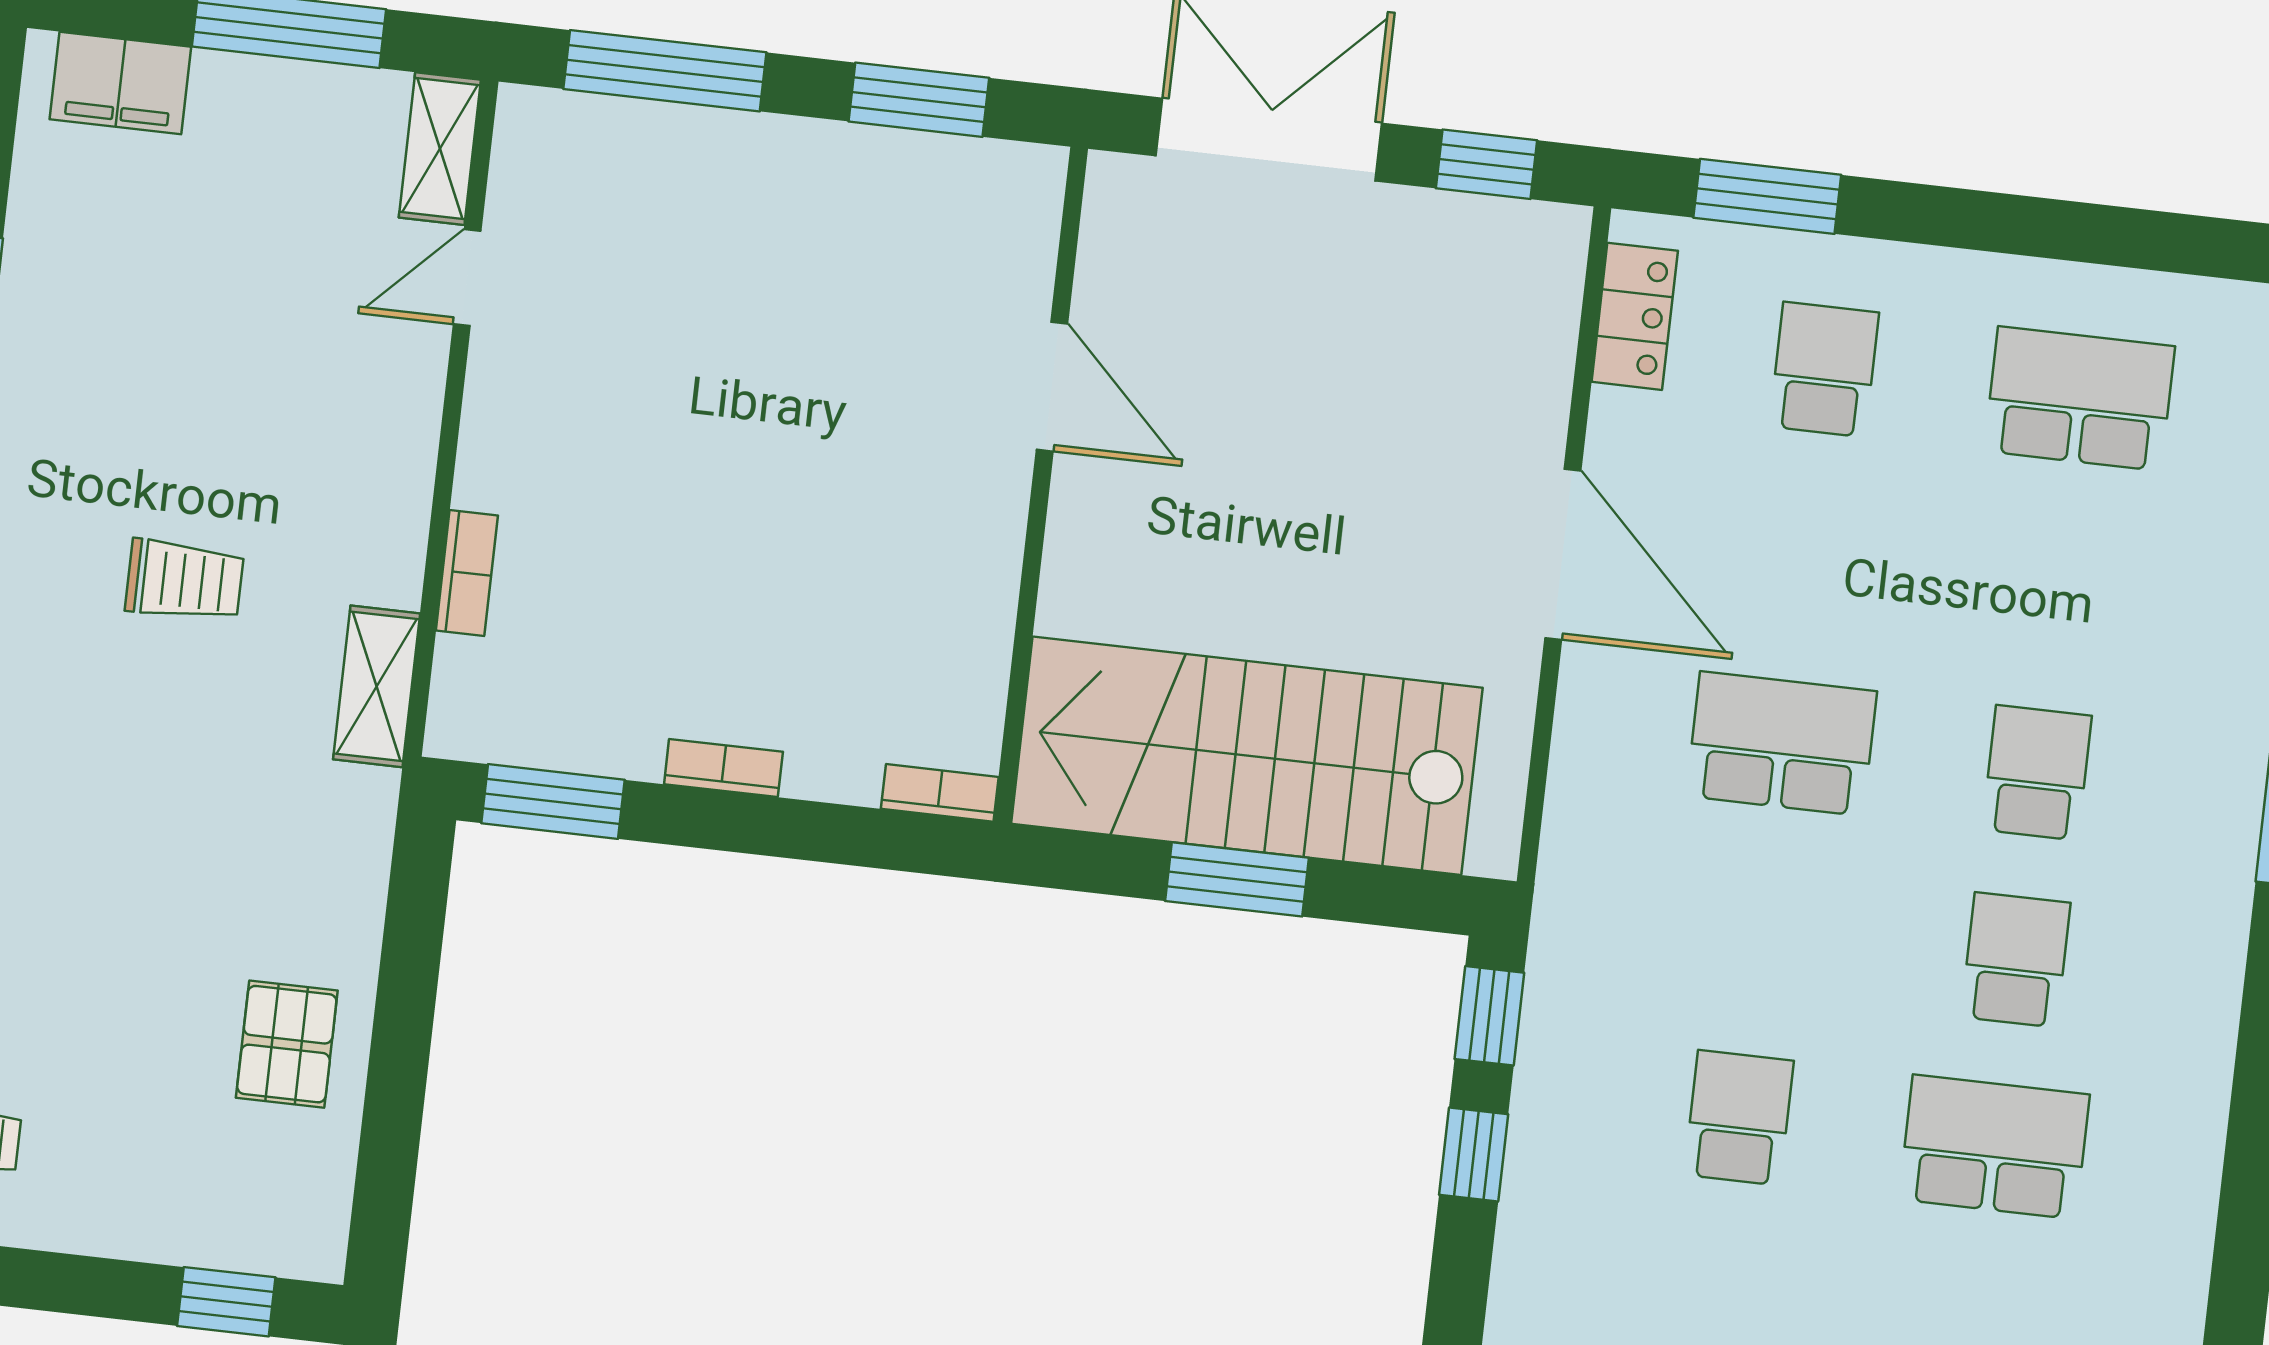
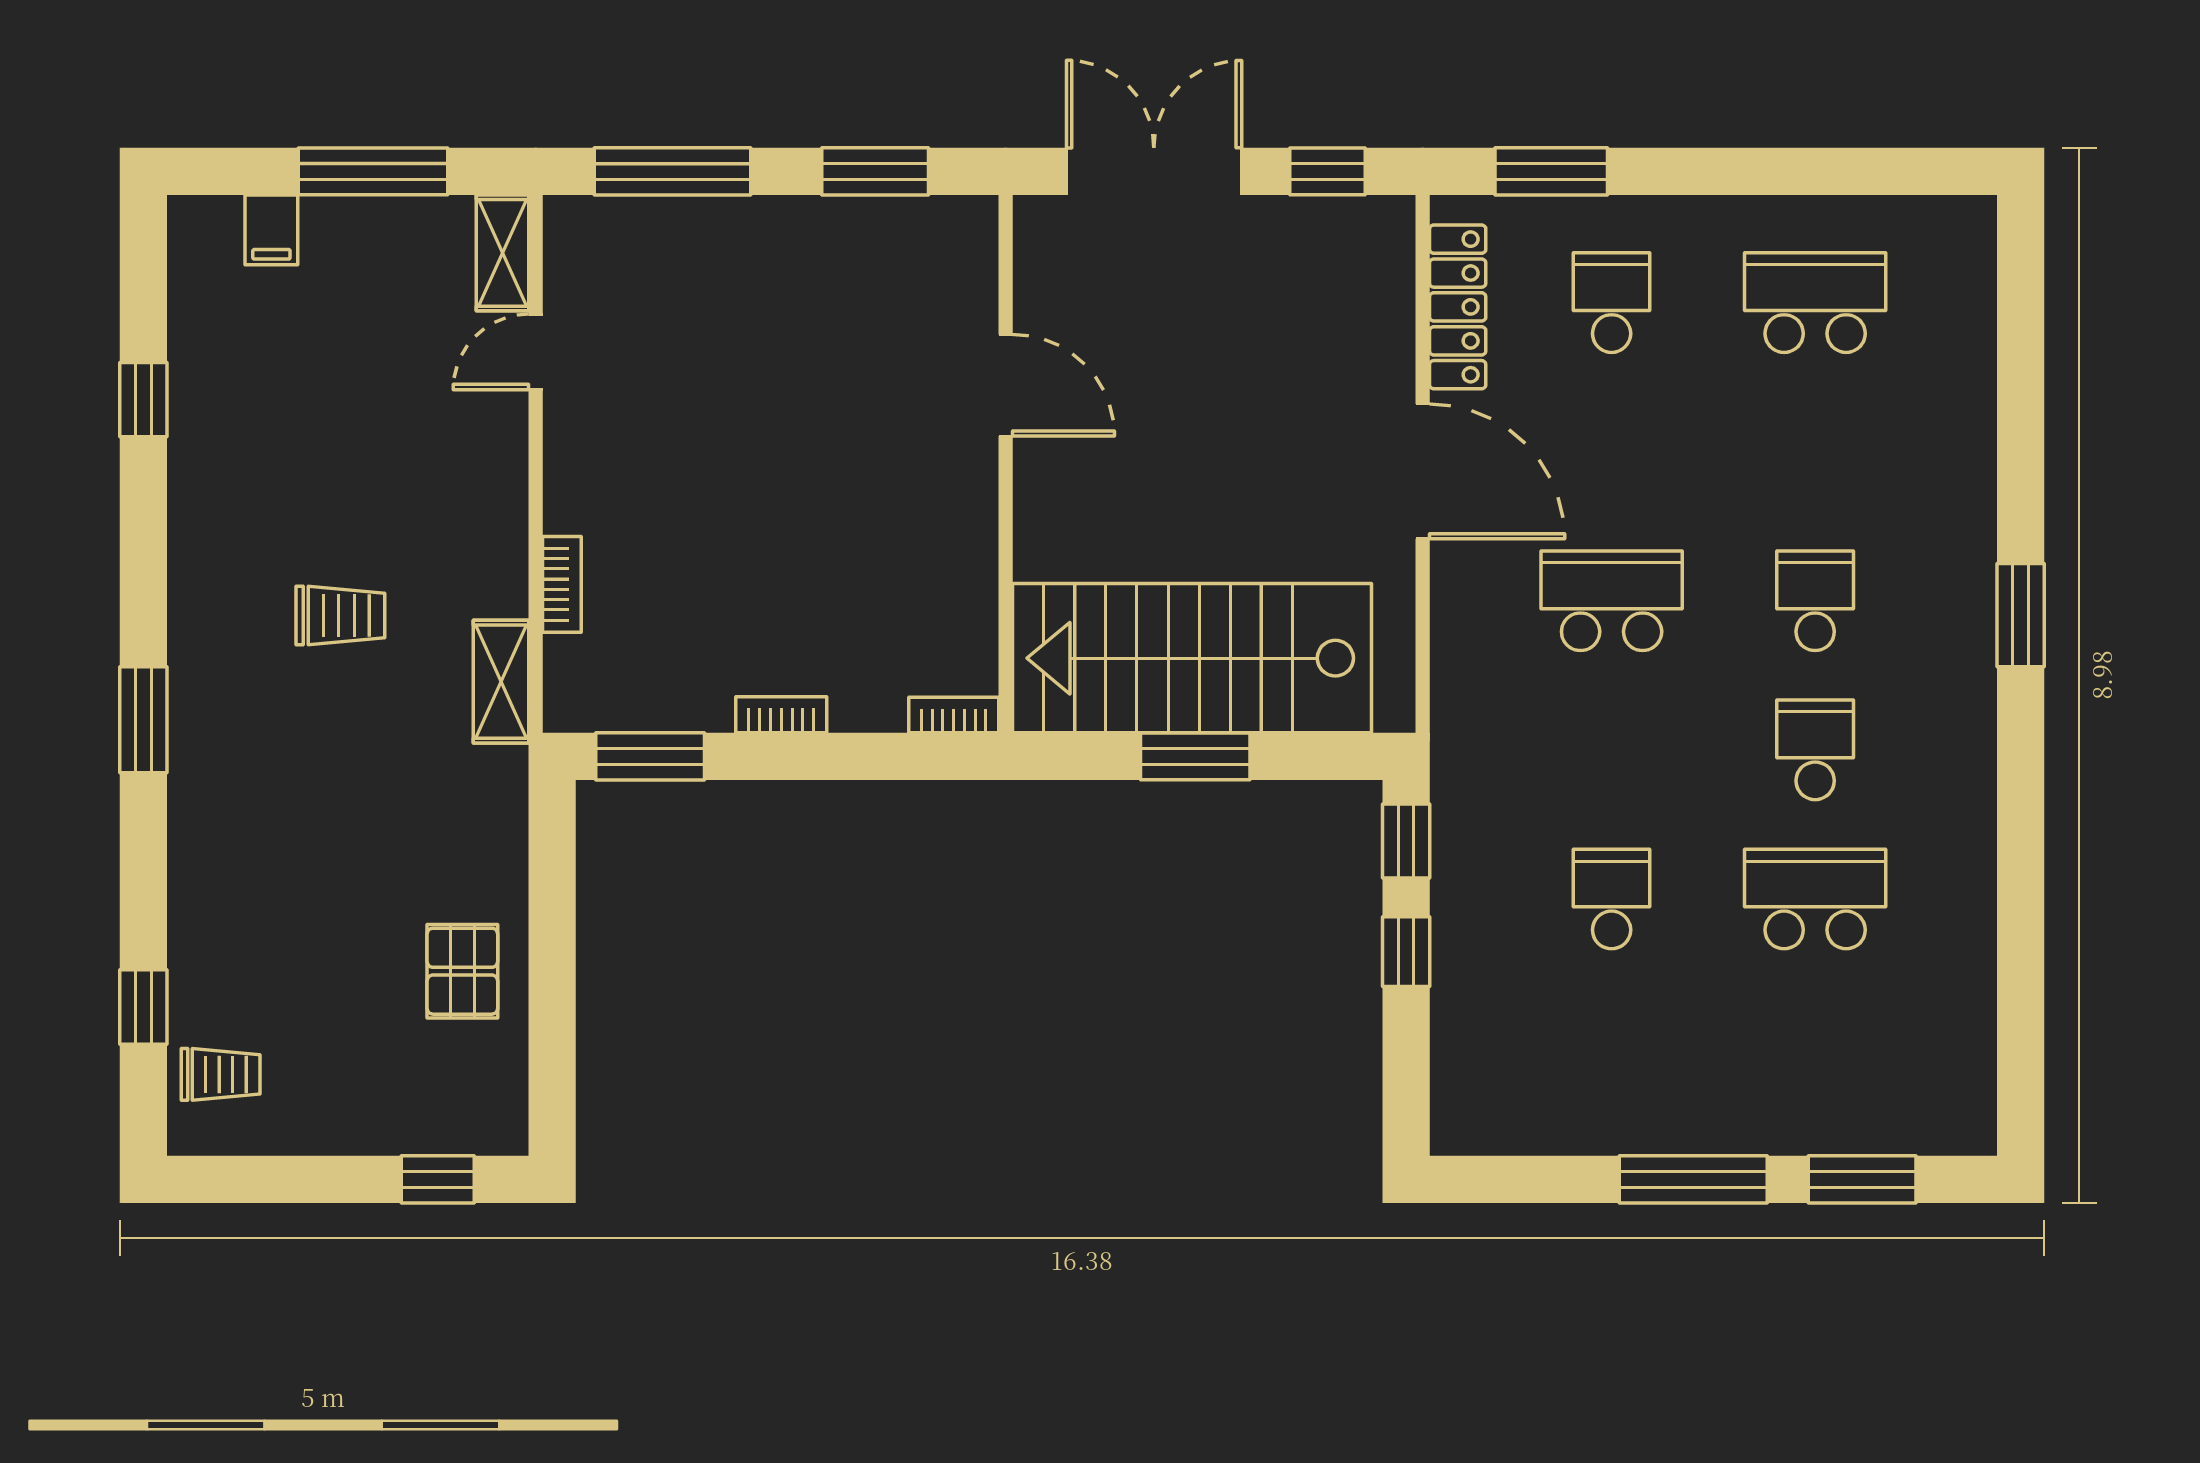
filing cabinet: (120, 83) -> (271, 230), width x0.50
locker: (1635, 316) -> (1458, 307), width x1.53

